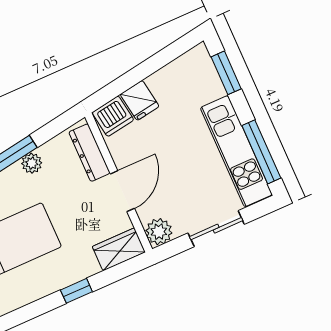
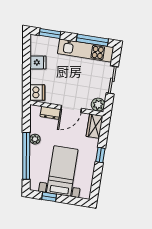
fridge: (140, 100) -> (38, 62), moved
dresser: (89, 153) -> (50, 113), width x0.70
door: (122, 191) -> (71, 109), swing flipped

